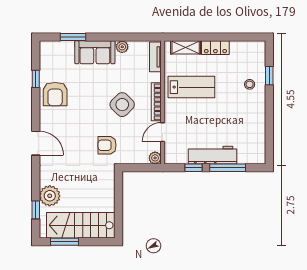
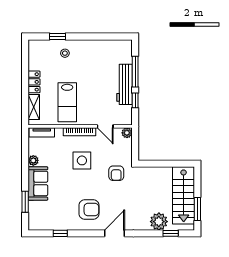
lab bench: (191, 87) -> (67, 102), turned 180
armchair: (55, 94) -> (89, 210), moved
side table: (122, 105) -> (82, 160), turned 45

